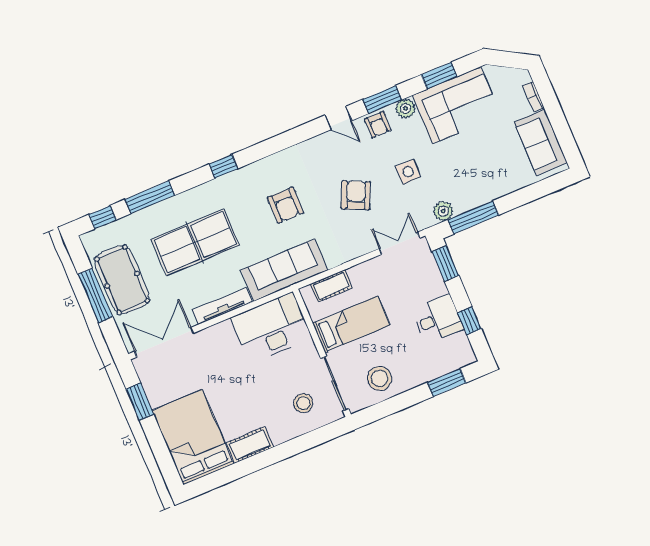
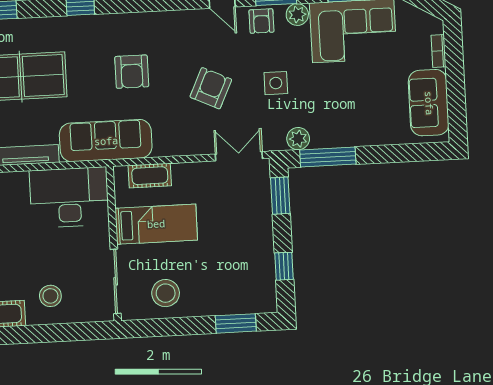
desk: (438, 319) -> (251, 252), removed
stool: (303, 403) -> (50, 296), moved

